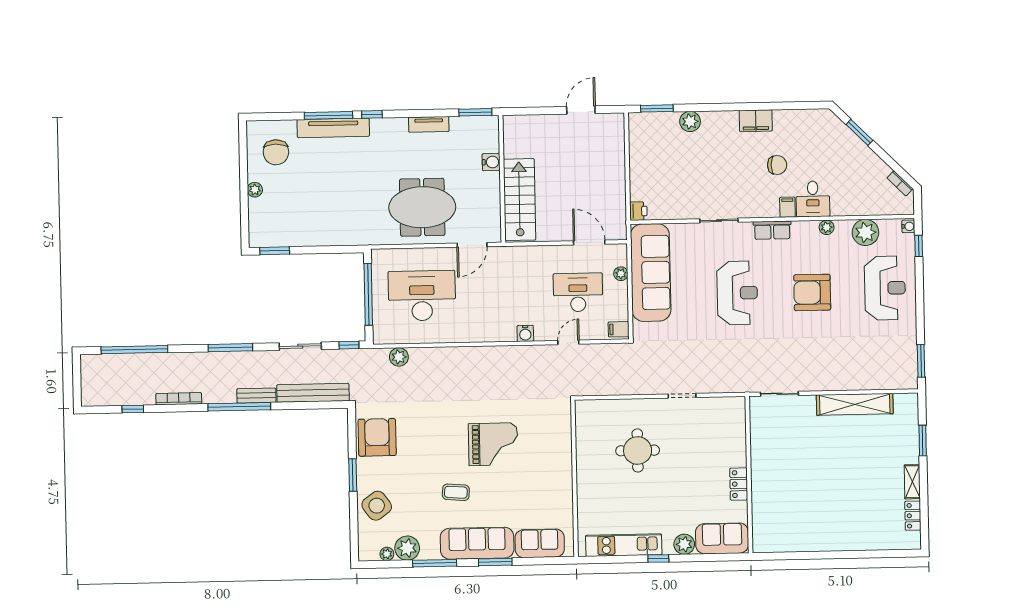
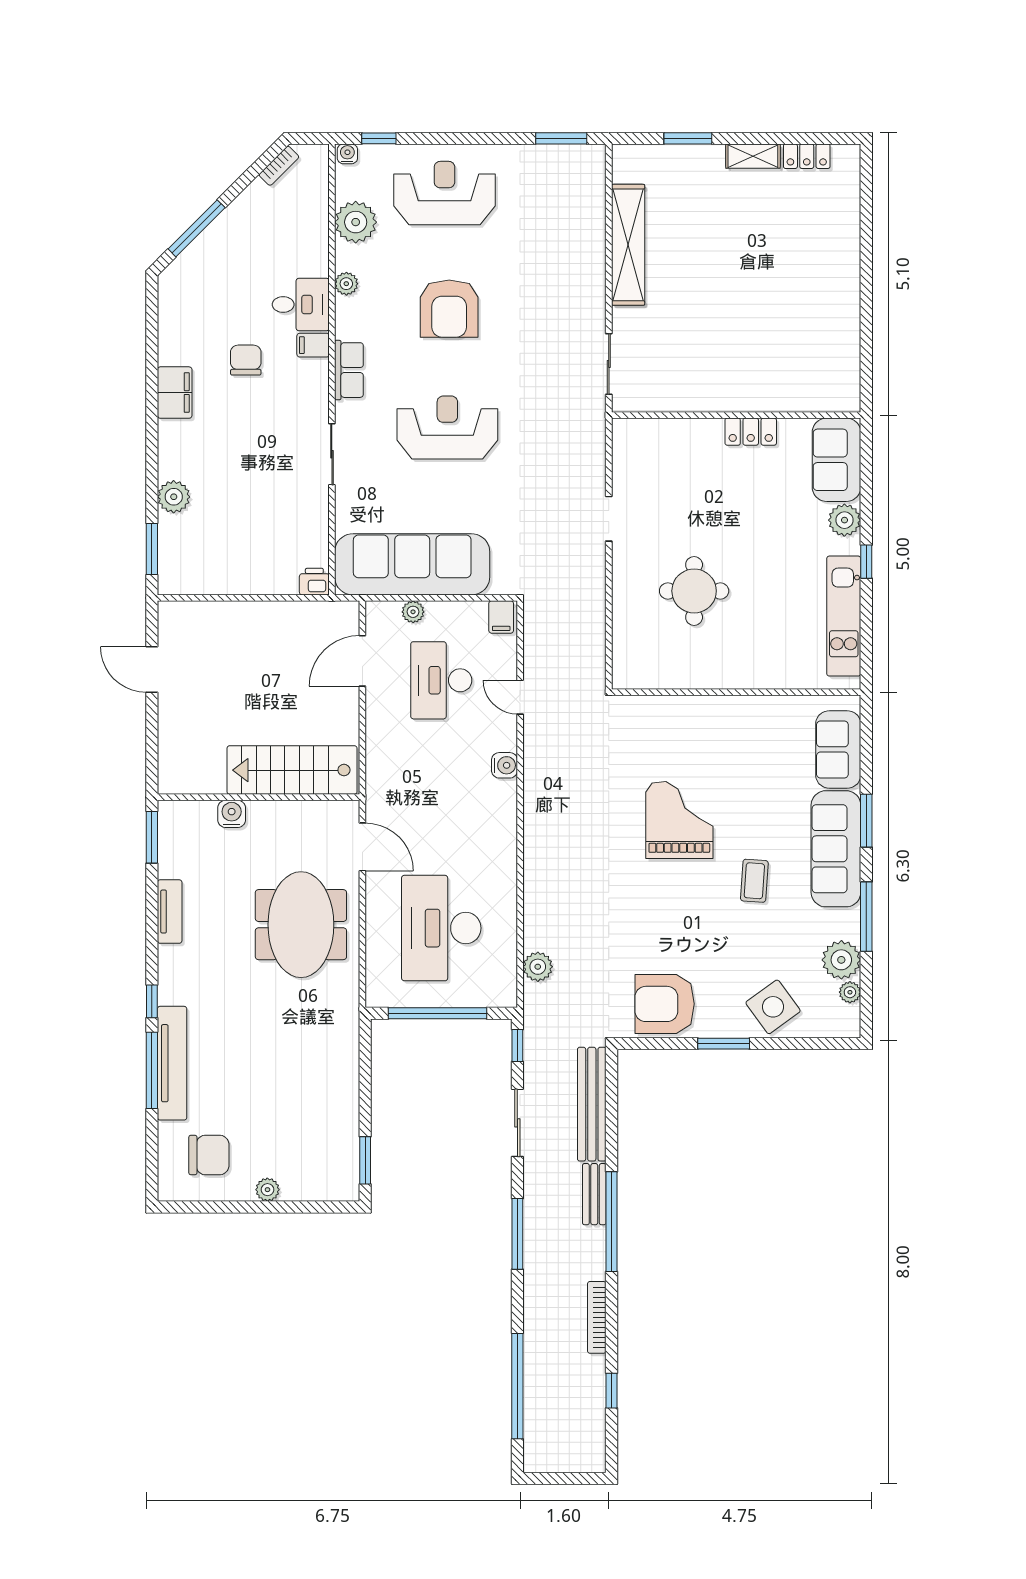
window: (859, 132) -> (197, 228), width x1.44

